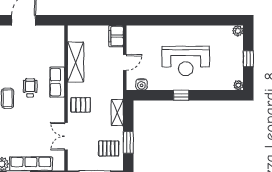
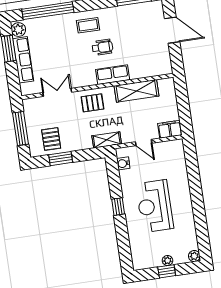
plant: (238, 85) -> (168, 261), moved
pallet: (81, 105) -> (92, 103), turned 90
shelving: (117, 113) -> (107, 140), moved

